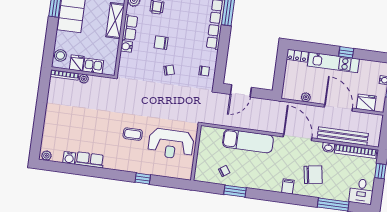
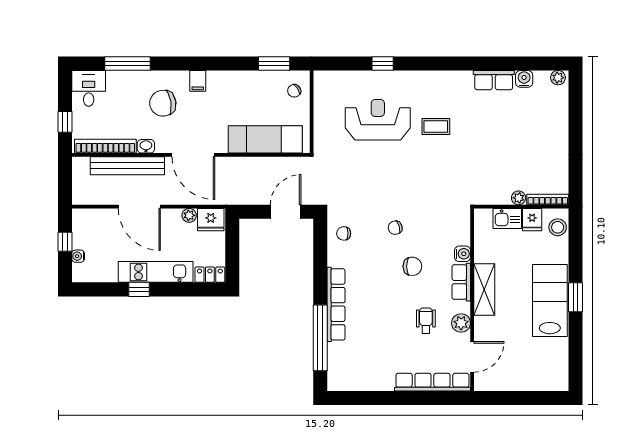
fridge: (366, 103) -> (211, 220), moved
wall: (196, 153) -> (312, 112), moved
window: (143, 178) -> (383, 63), moved

